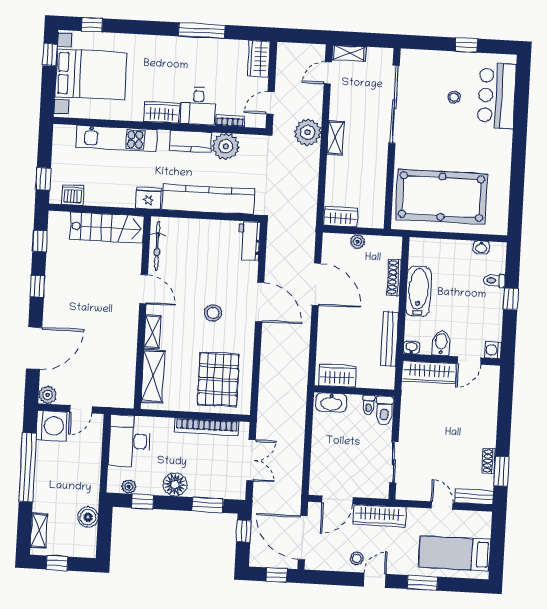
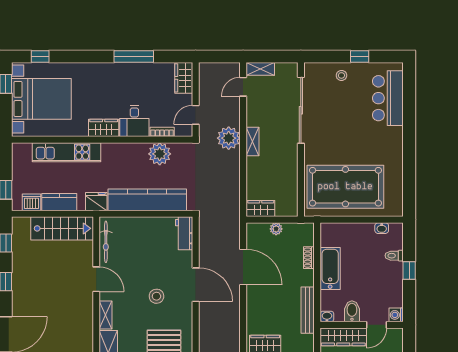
stool: (454, 97) -> (341, 75), moved
kitchen counter: (191, 141) -> (59, 202), moved, turned 180
shoe rack: (394, 277) -> (309, 258), width x0.70

